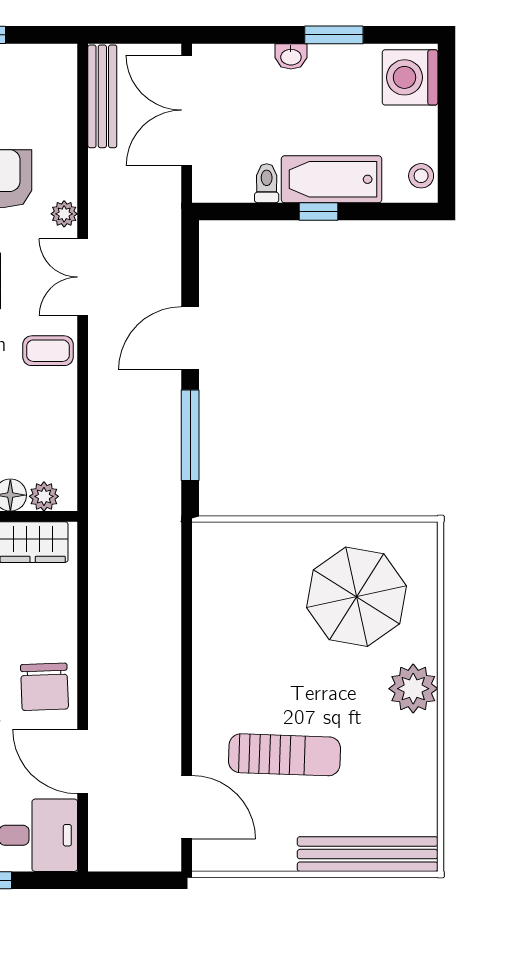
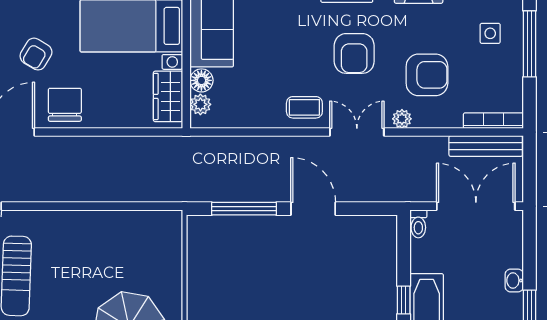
bookcase: (67, 86) -> (493, 121), added
toilet: (267, 183) -> (418, 224), moved, turned 90
coffee table: (48, 351) -> (304, 107), turned 90
chair: (44, 687) -> (65, 105), turned 92

